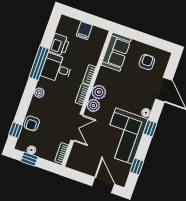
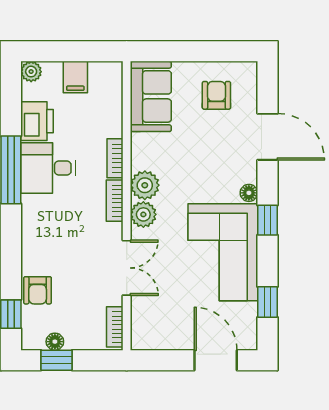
plant: (39, 93) -> (31, 72), moved

